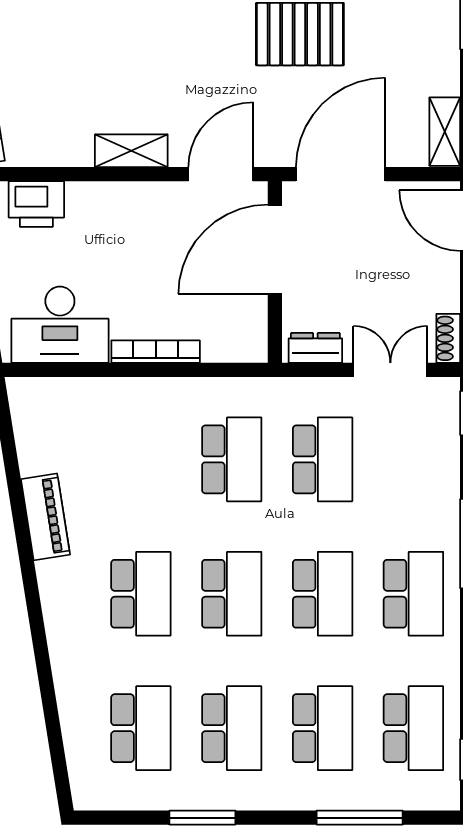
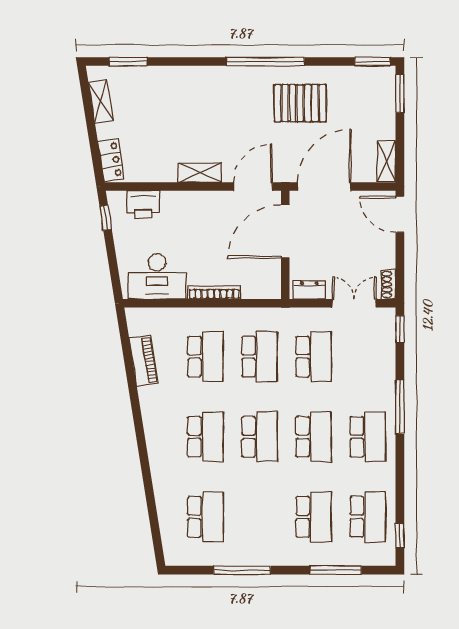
piano: (45, 517) -> (144, 361), moved
school desk: (232, 728) -> (205, 357), moved
window: (202, 818) -> (242, 570), width x1.44

